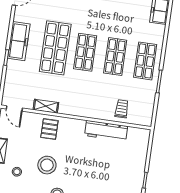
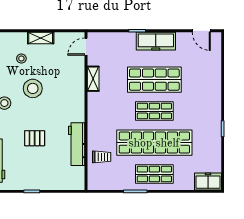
shop shelf: (115, 57) -> (154, 143), width x2.00, depth x1.36
pallet: (49, 129) -> (35, 138), moved

